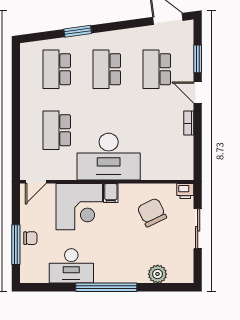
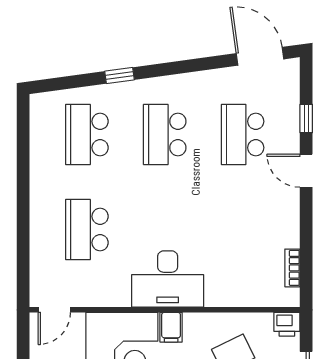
window: (78, 31) -> (120, 75), width x0.67
window: (198, 59) -> (306, 119), width x0.67
bookcase: (189, 123) -> (292, 268), moved
desk: (109, 157) -> (168, 279), width x0.73, depth x0.77

